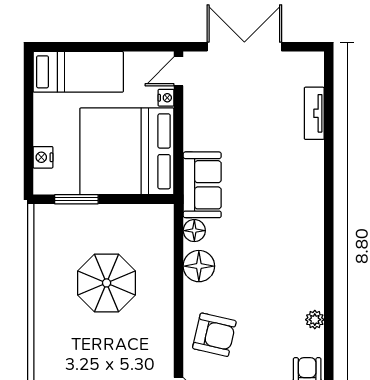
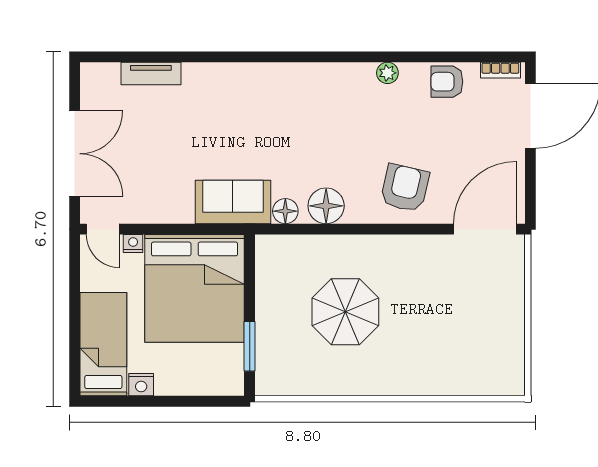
double door: (244, 47) -> (75, 154), swing flipped
nightstand: (43, 157) -> (141, 385), moved

